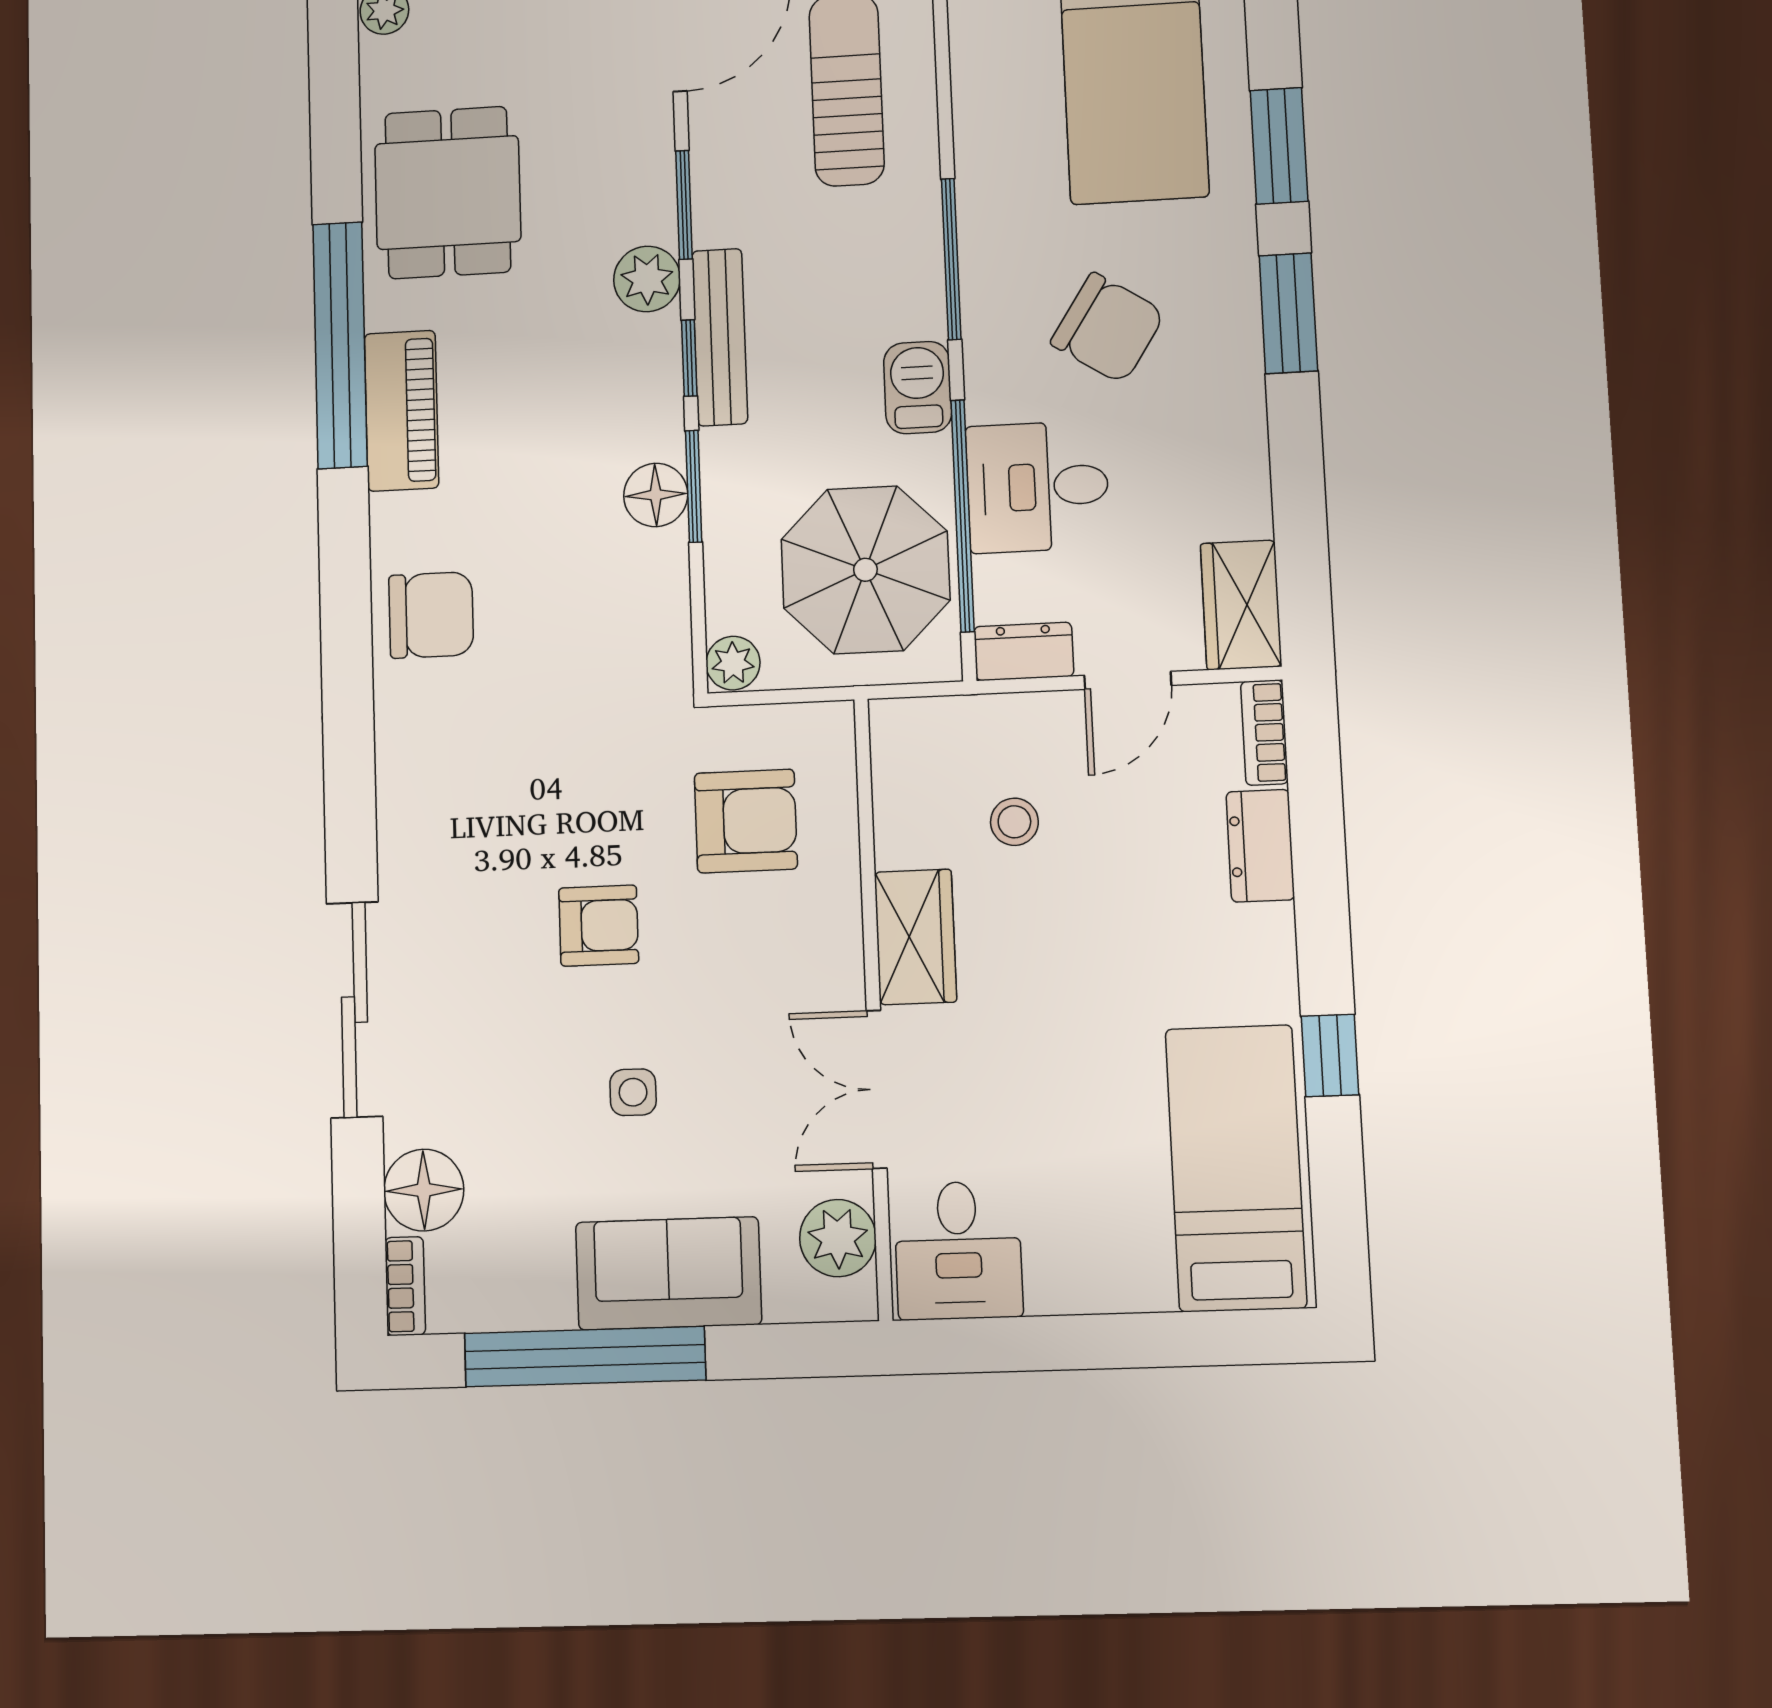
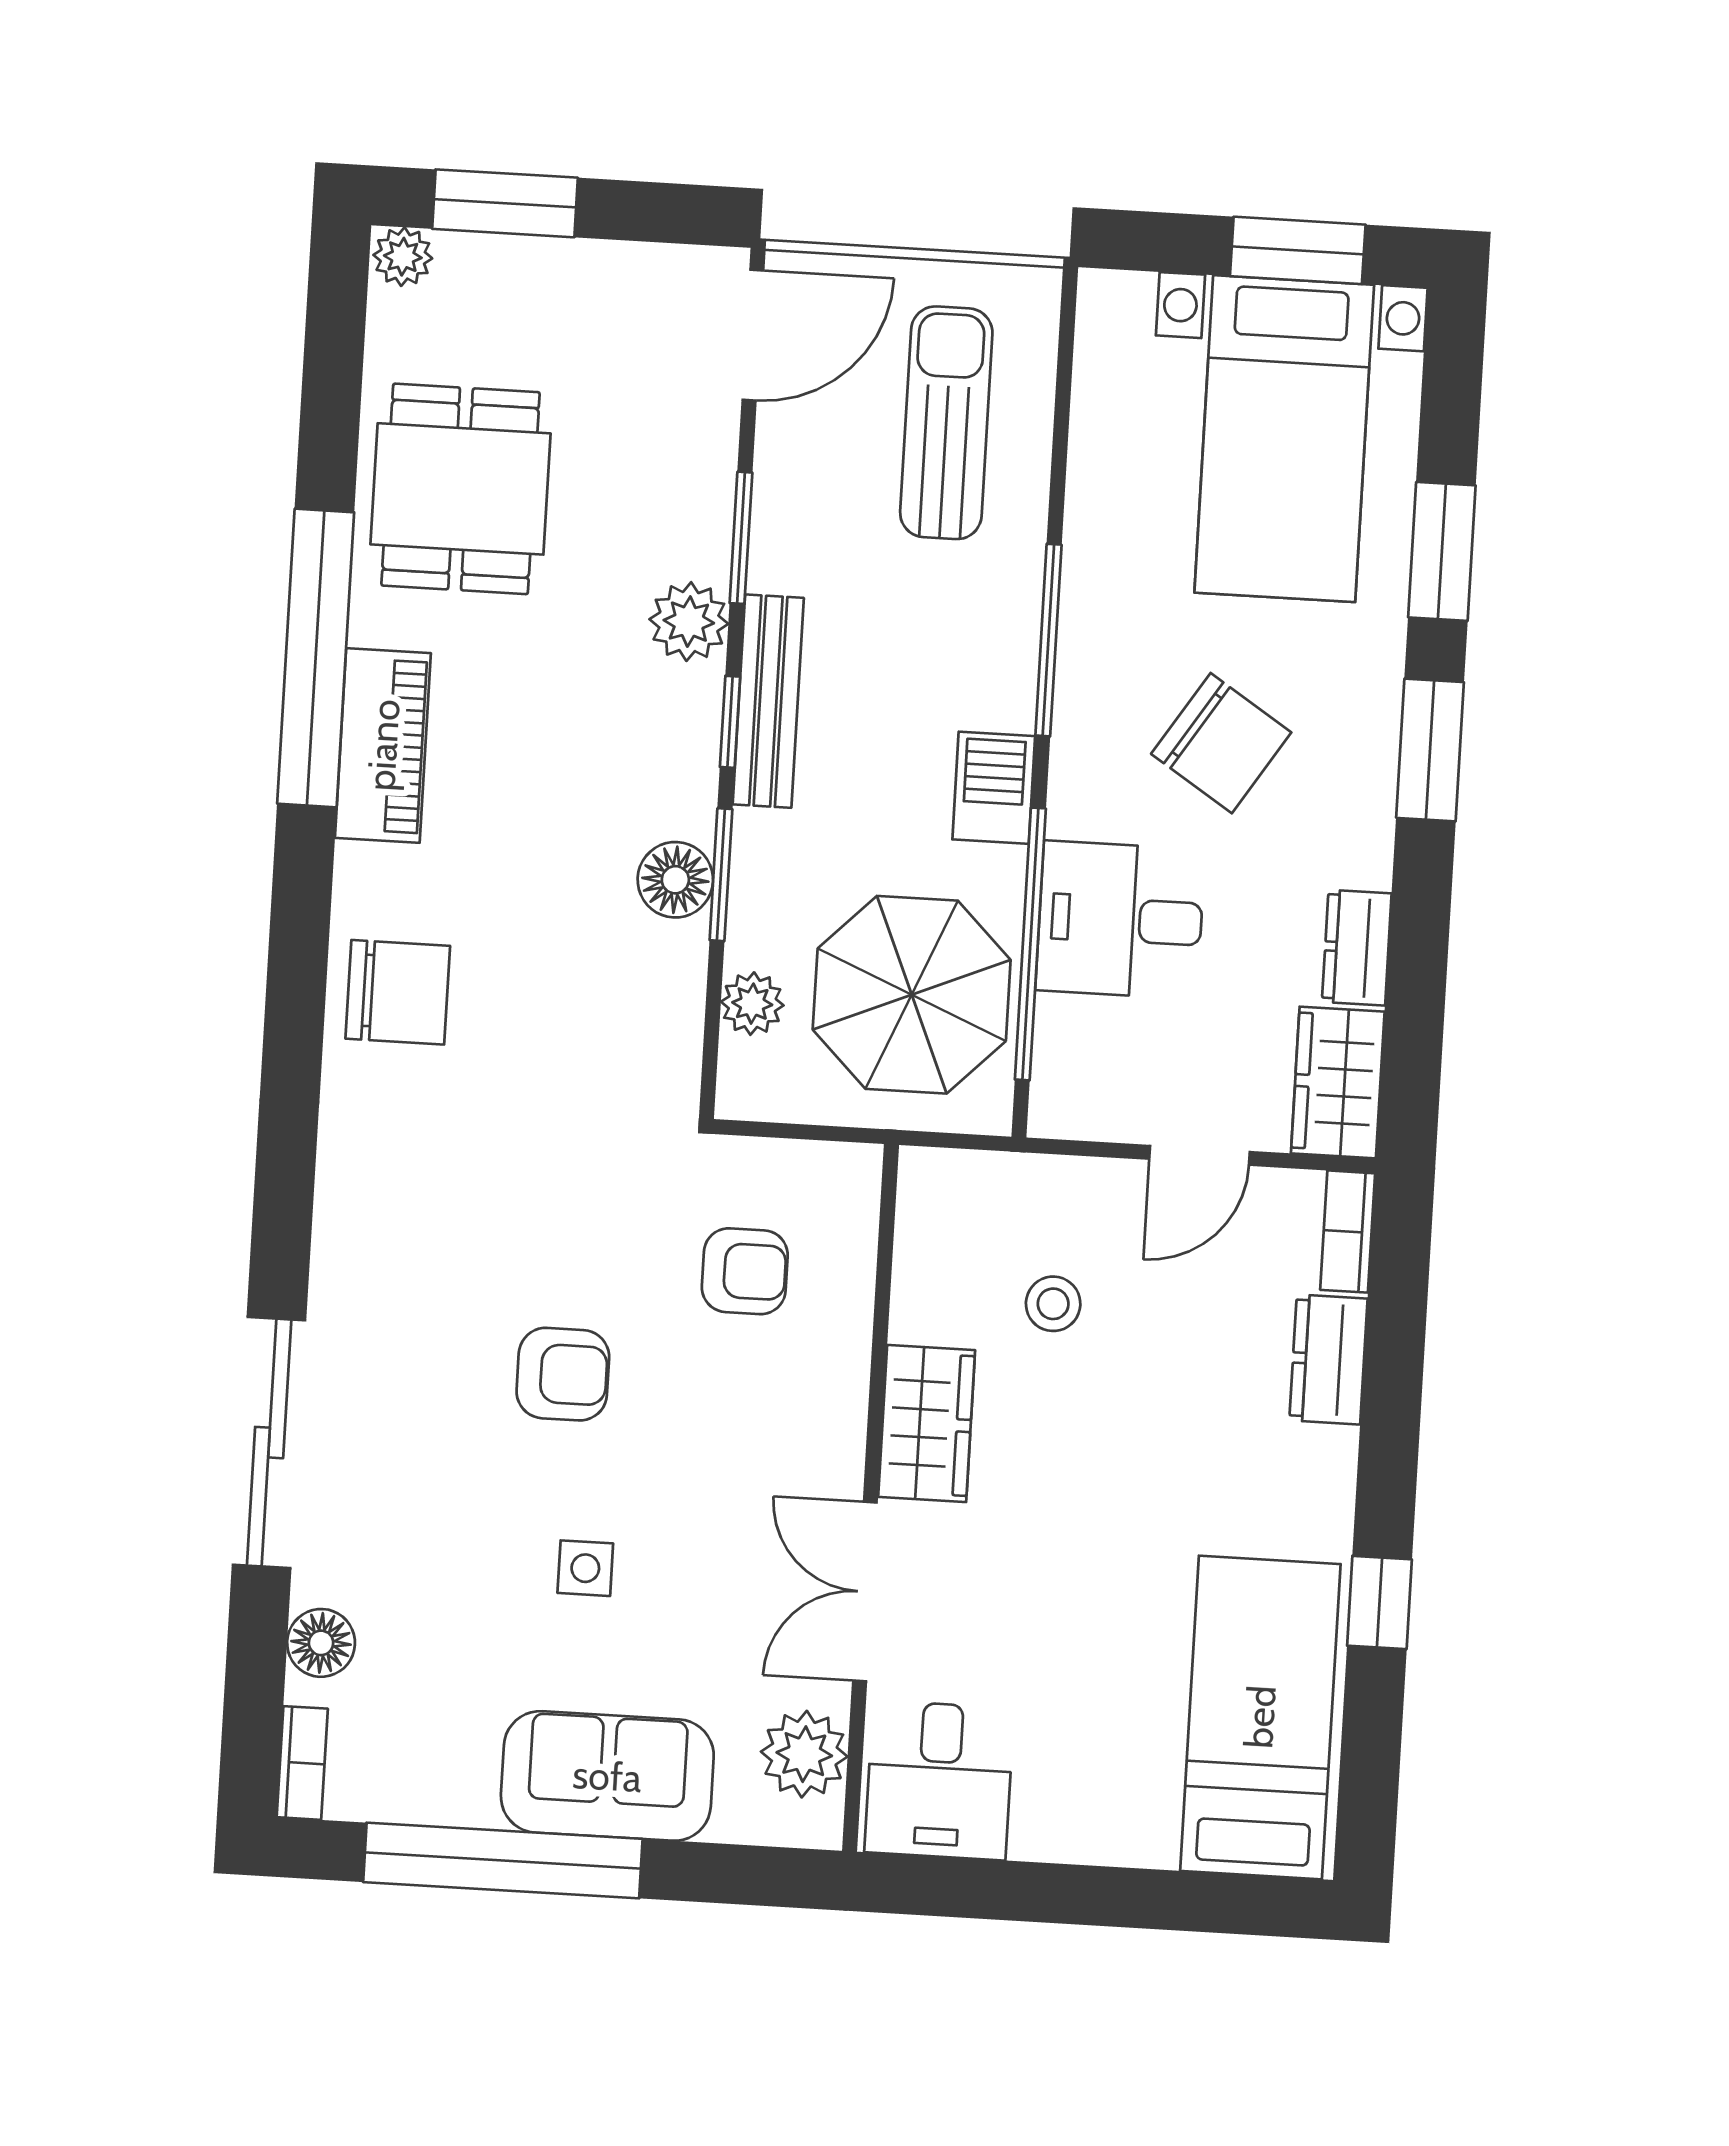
dresser: (1024, 651) -> (1357, 948), moved, turned -90
plant: (733, 663) -> (752, 1004), moved
armchair: (746, 821) -> (745, 1271), width x0.72, depth x0.72
floor lamp: (424, 1190) -> (321, 1643), width x0.73, depth x0.73

